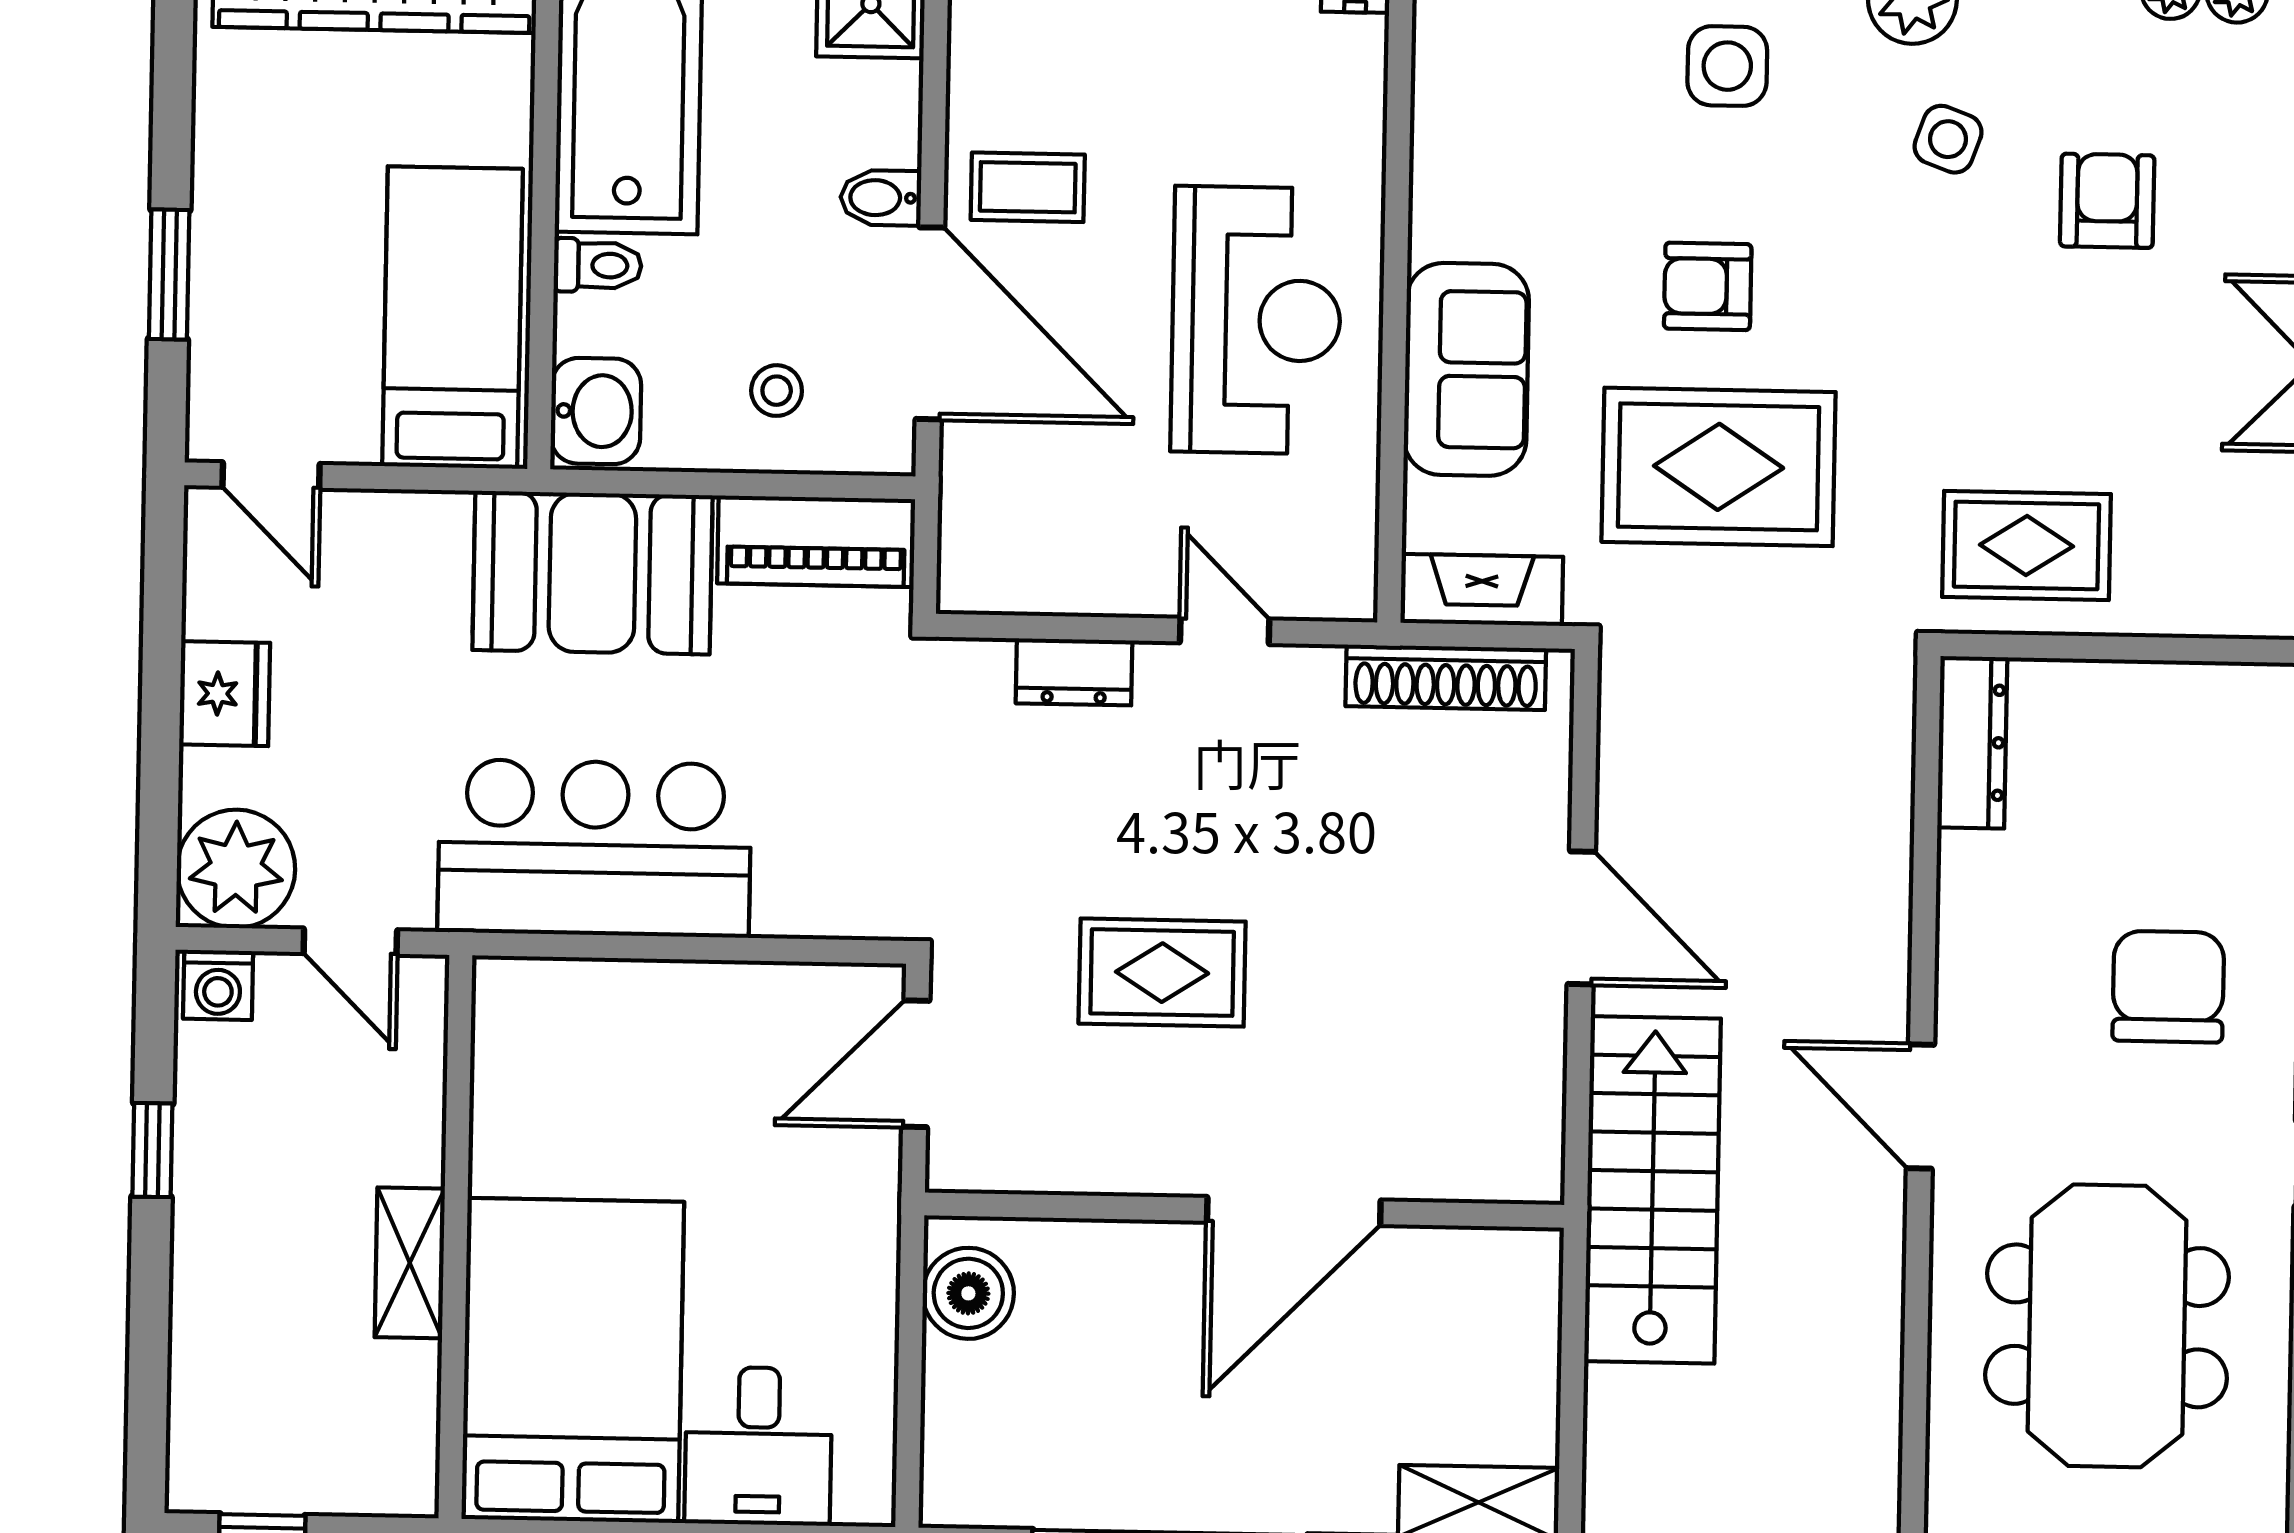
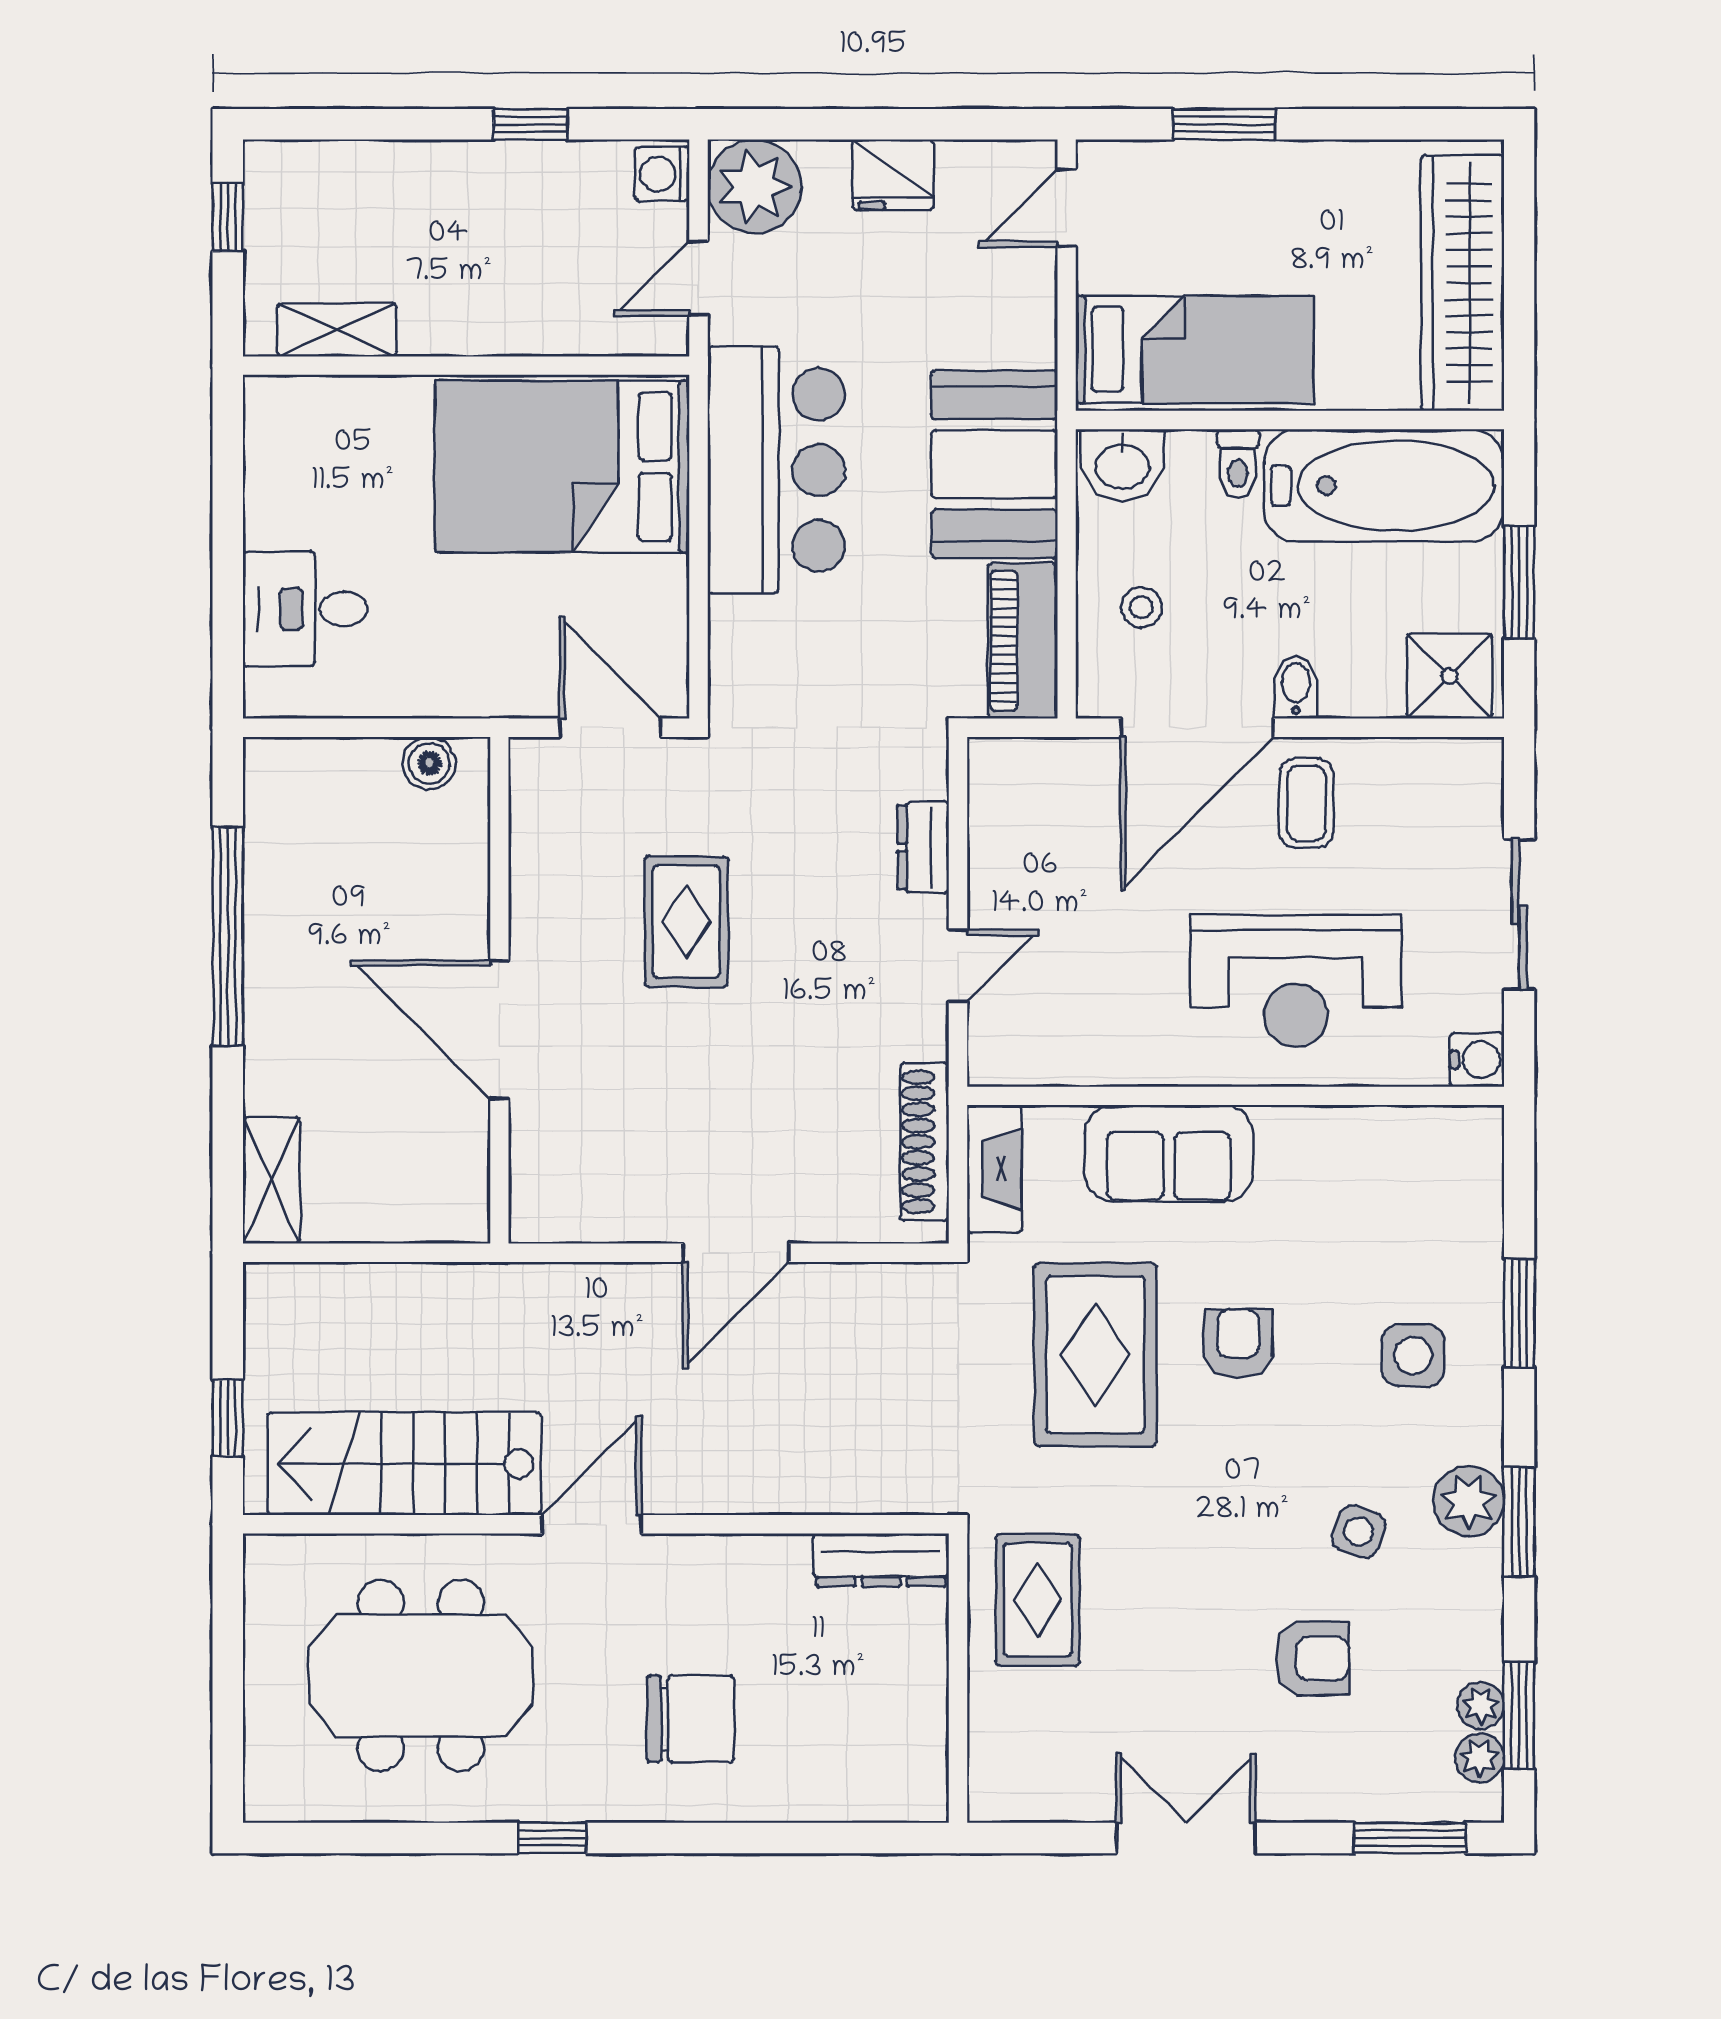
reception desk: (1256, 320) -> (1296, 981), moved
stairs: (1653, 1190) -> (404, 1464), moved, turned 180
shelving: (410, 1263) -> (337, 330), moved
boiler: (968, 1293) -> (429, 763), width x0.73, depth x0.73
bed: (573, 1360) -> (562, 467), moved, turned 180

